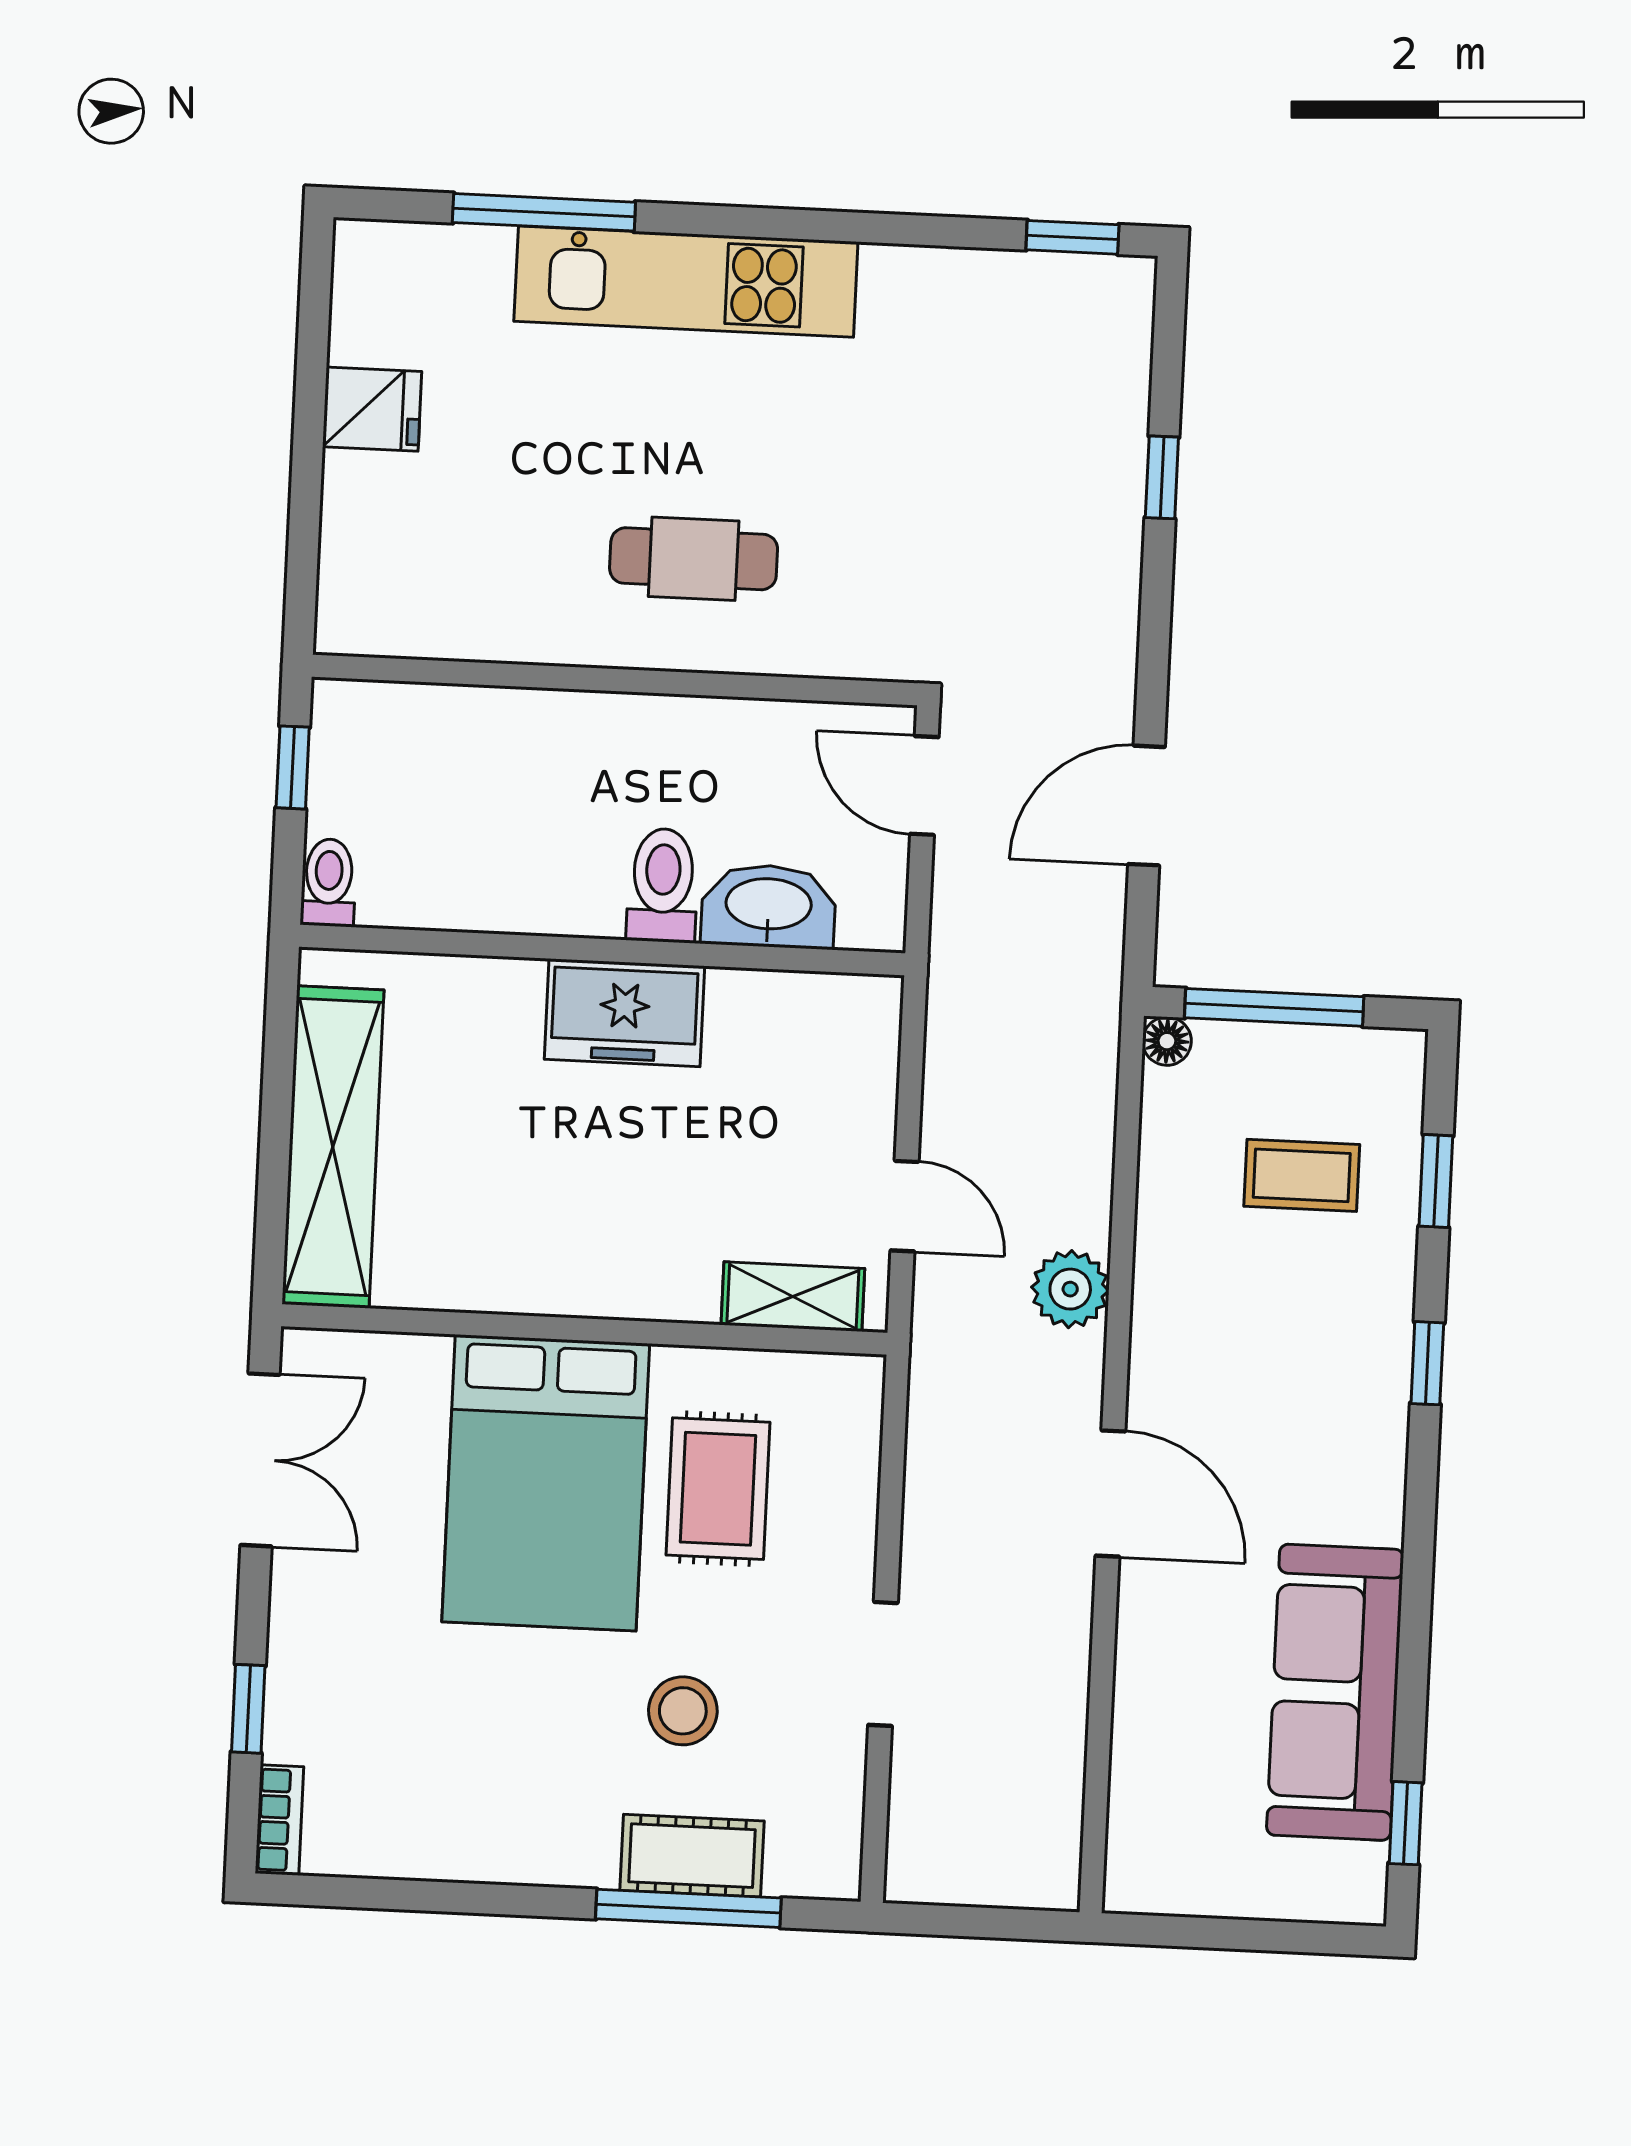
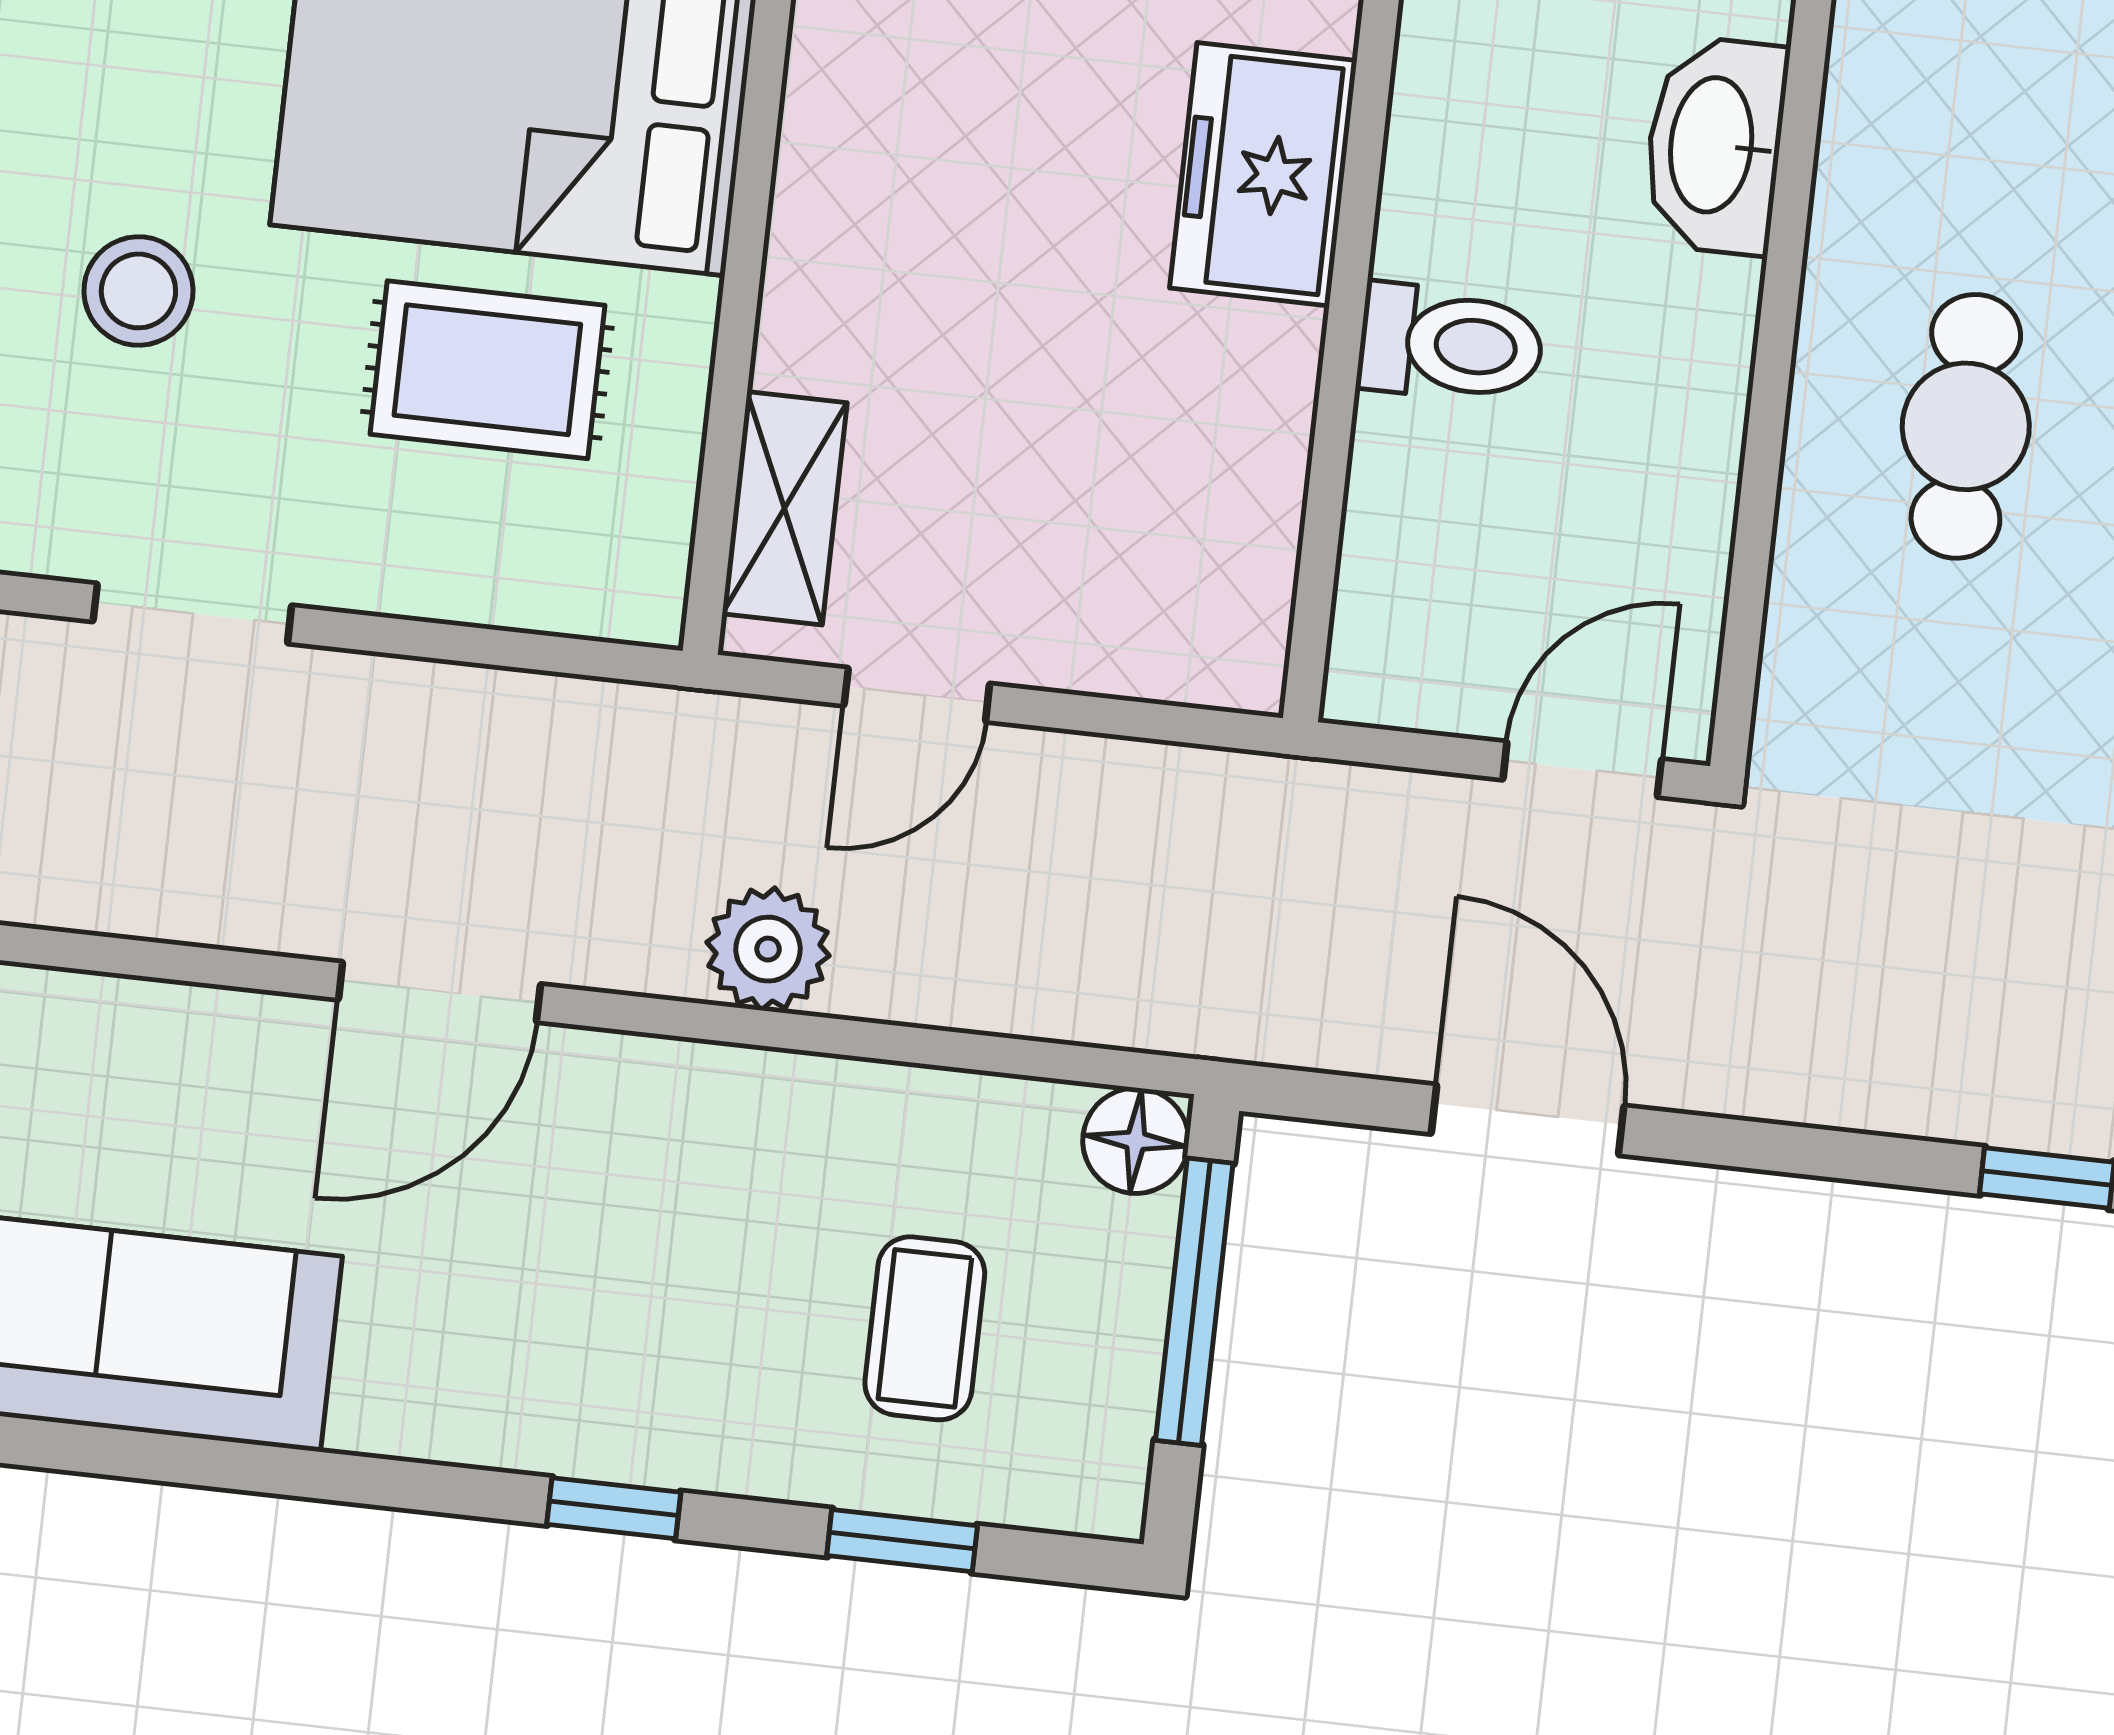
washbasin: (768, 906) -> (1715, 145), moved, turned 180
freezer: (625, 1013) -> (1263, 174), moved
floor lamp: (1167, 1041) -> (1136, 1141), width x1.37, depth x1.37

